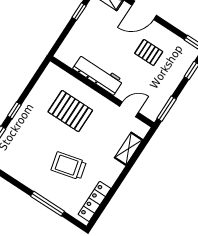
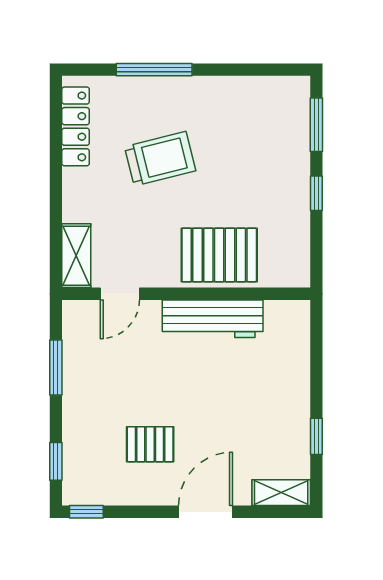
workbench: (98, 75) -> (213, 319), moved
wall: (102, 92) -> (186, 294), moved
door: (129, 109) -> (120, 294), moved

